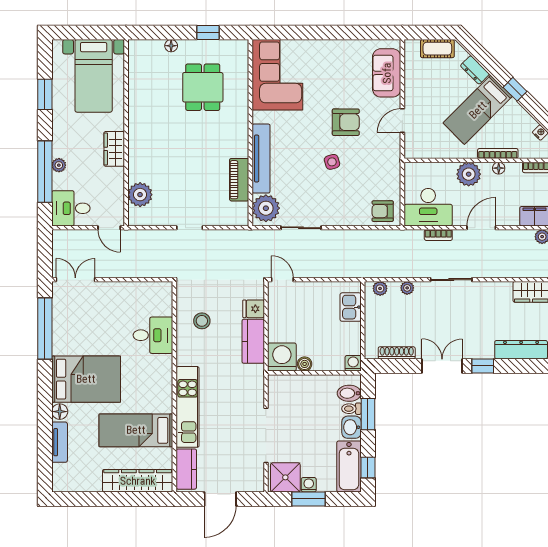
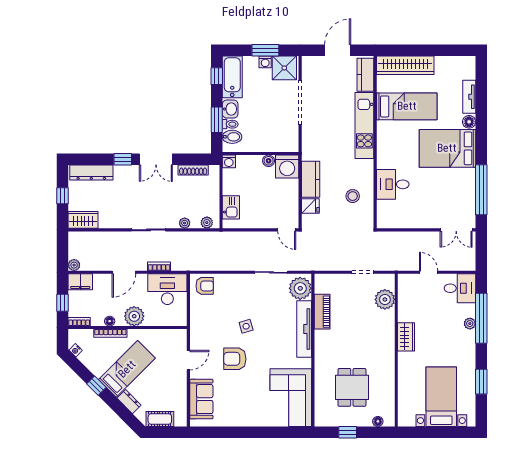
wall: (126, 133) -> (396, 350), moved
wardrobe: (114, 149) -> (406, 337), moved
plant: (140, 195) -> (385, 299), moved

